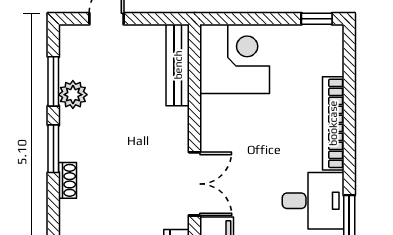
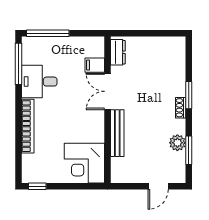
bench: (178, 65) -> (117, 133), moved
window: (53, 149) -> (189, 95), moved
shoe rack: (68, 180) -> (181, 108), moved

